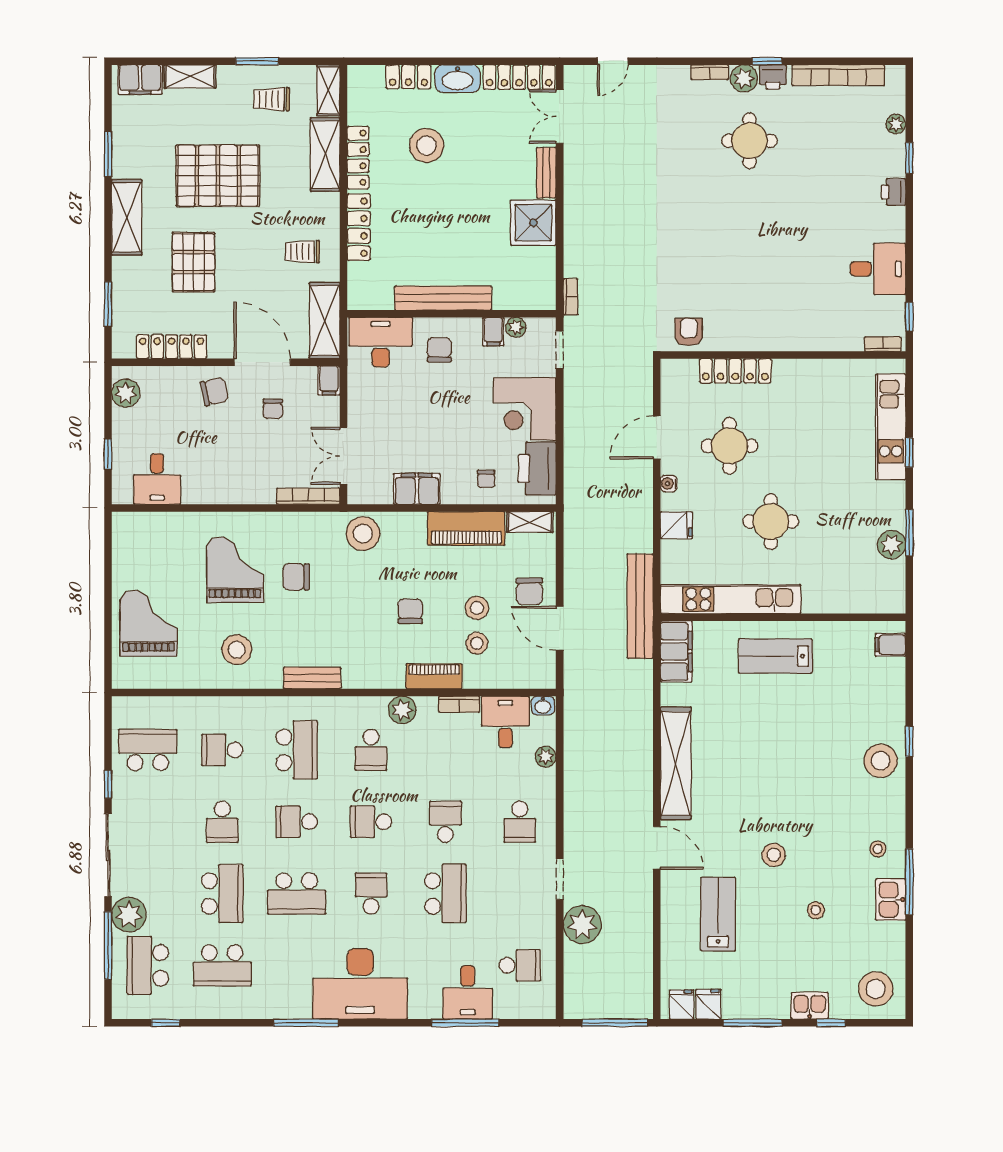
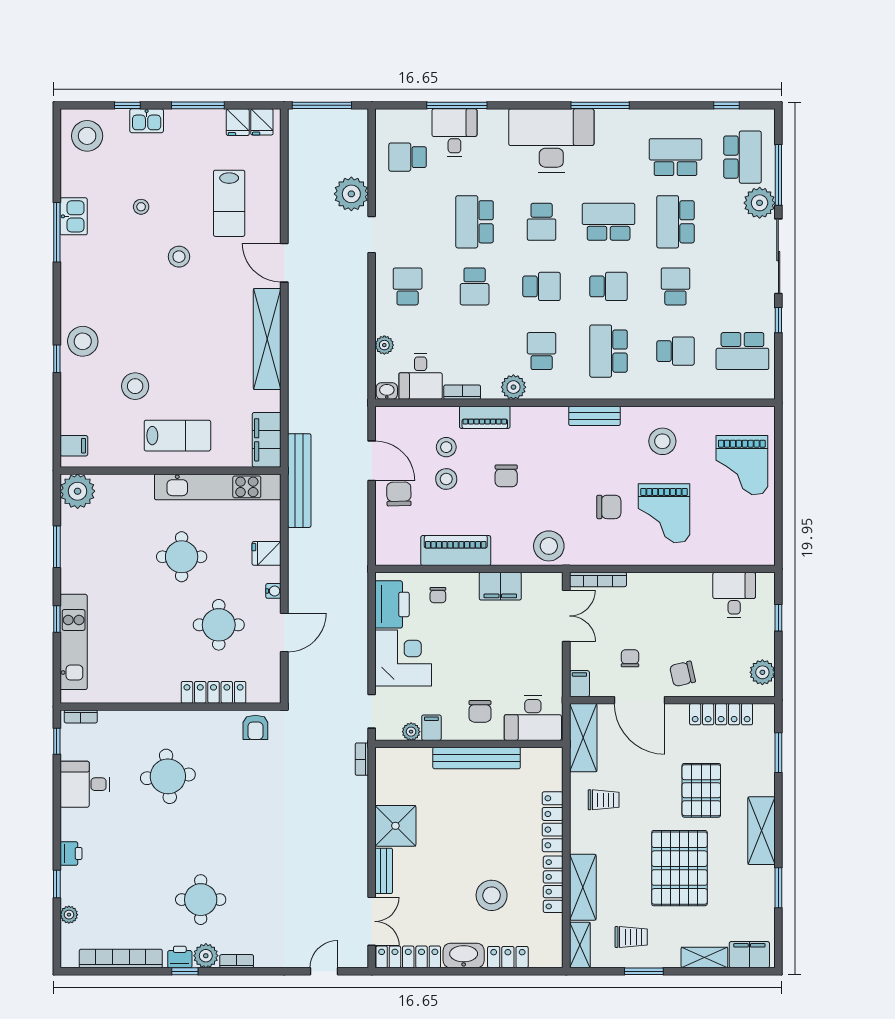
pallet: (218, 176) -> (679, 868), turned 90
round table: (786, 278) -> (168, 776), added
chair: (486, 479) -> (438, 595), turned 180
shelving: (530, 522) -> (398, 556), removed
plant: (891, 545) -> (78, 491), moved, width x1.36, depth x1.36
stool: (878, 849) -> (135, 386), moved, width x1.89, depth x1.89

